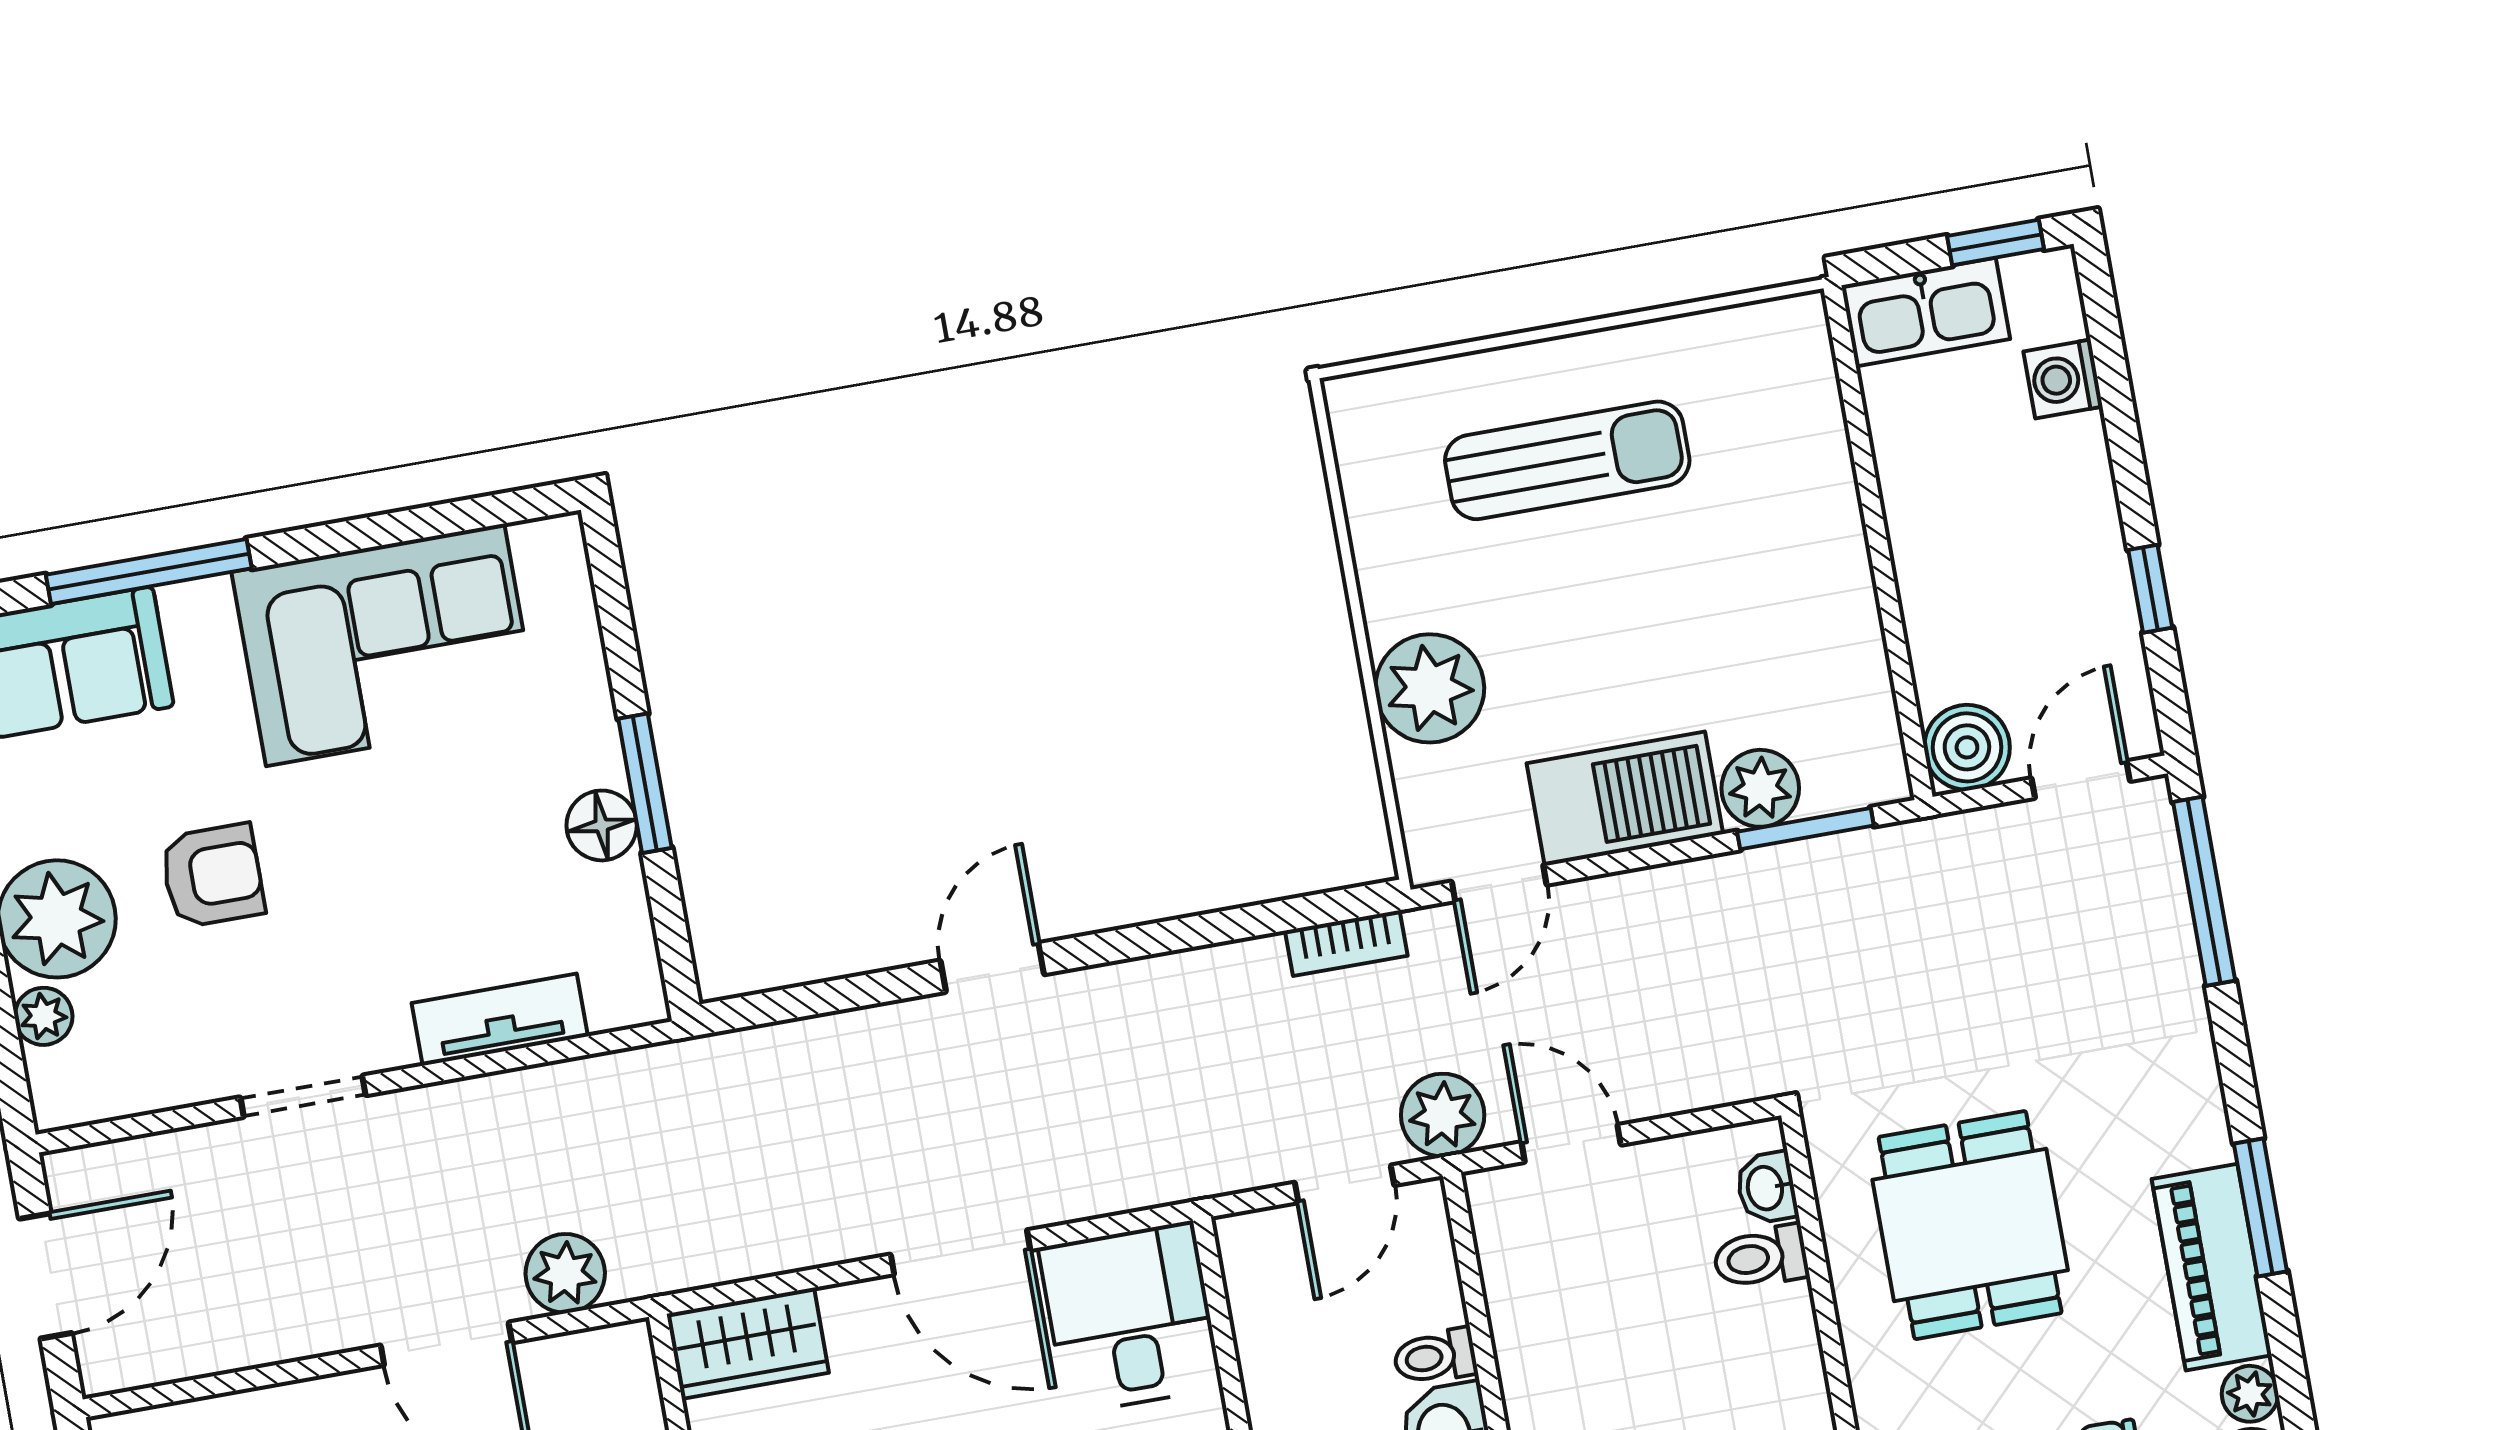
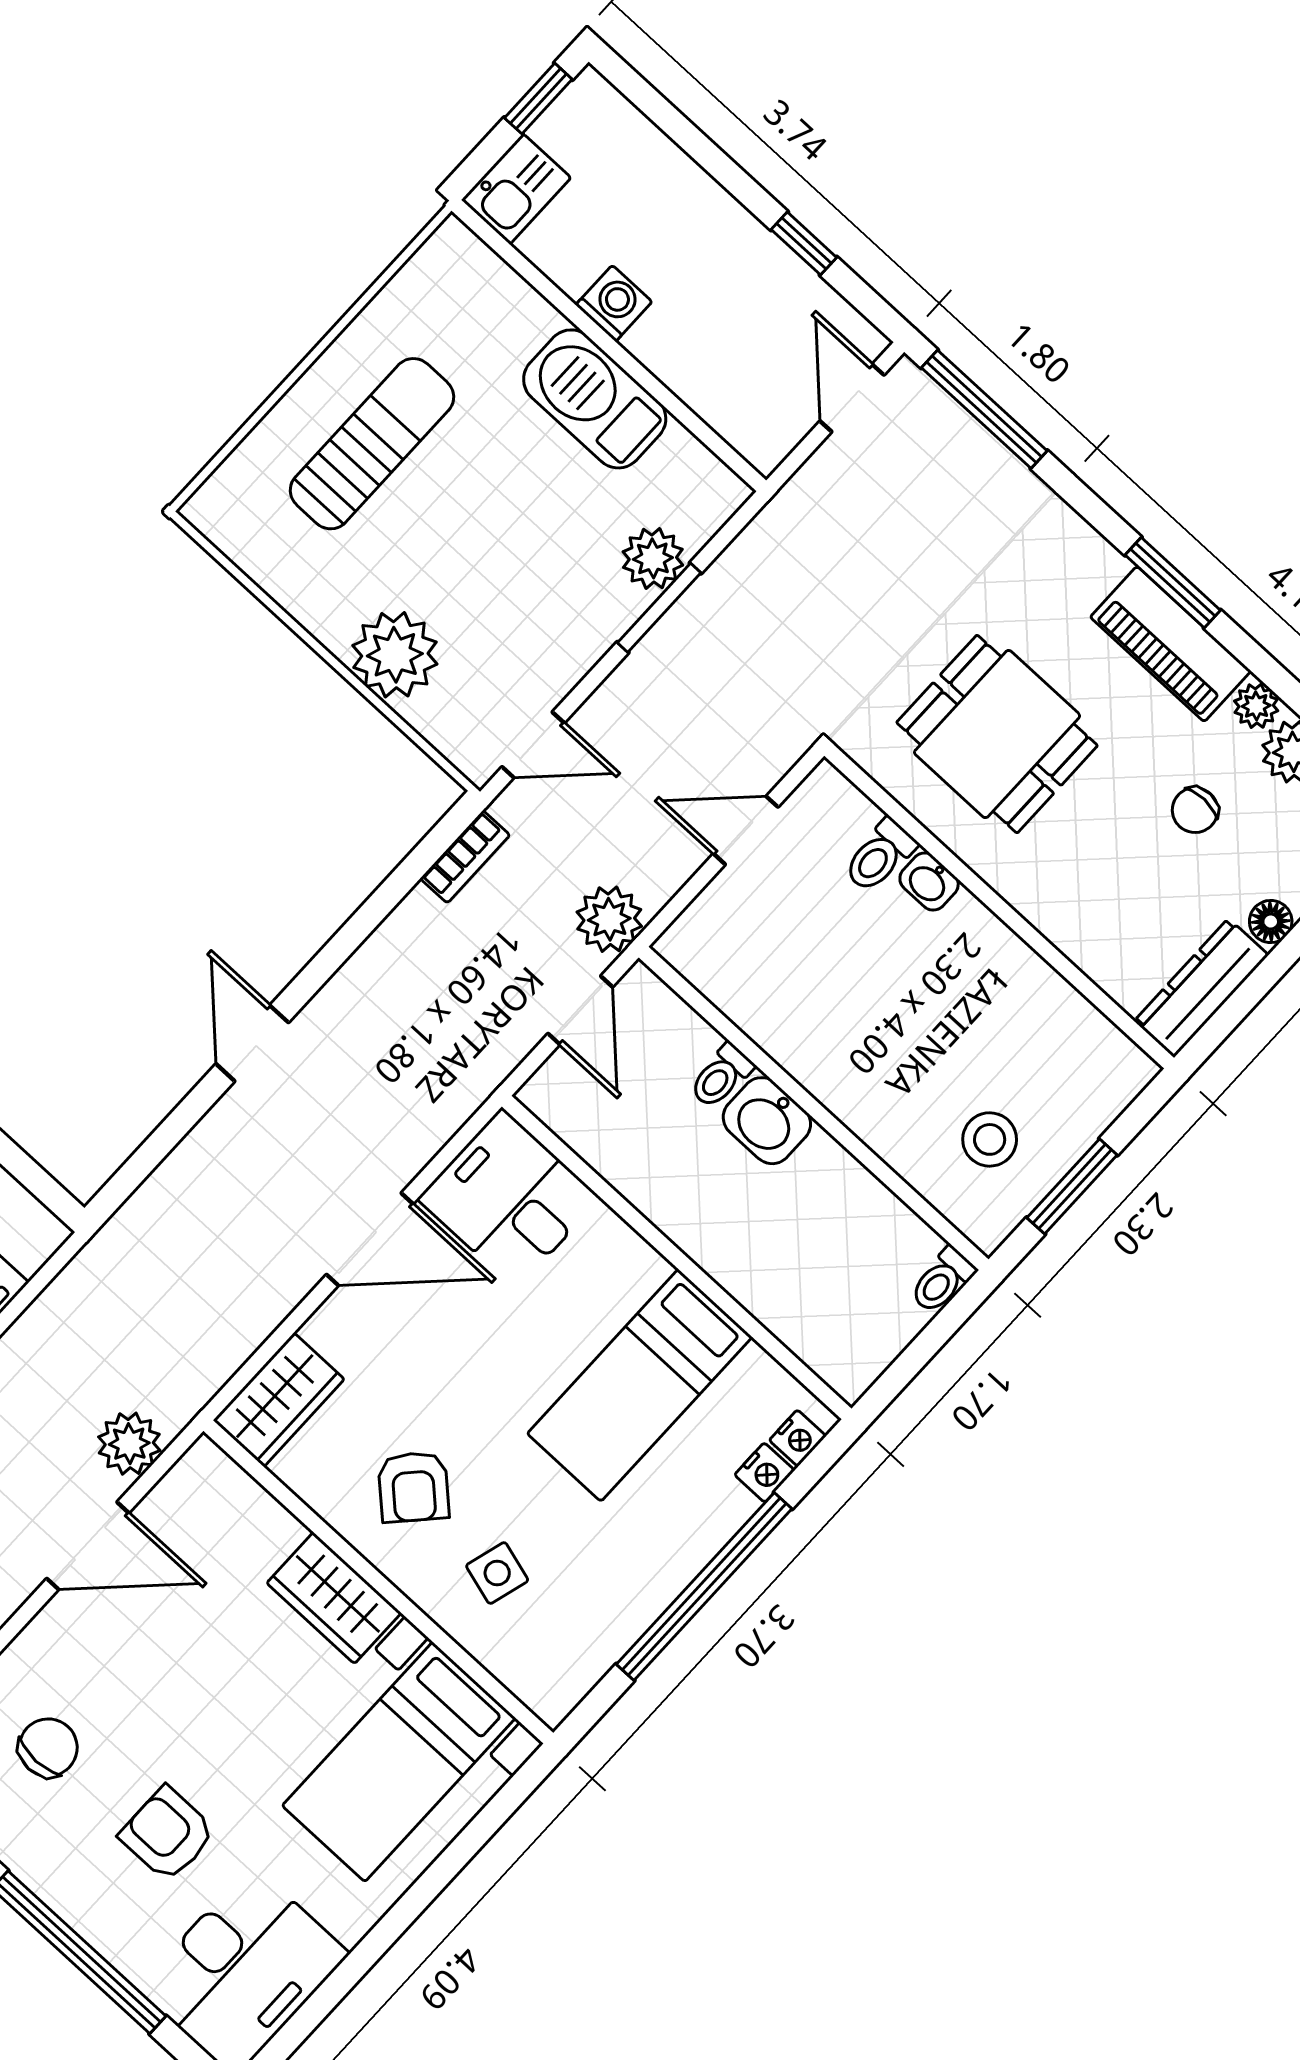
kitchen sink: (1926, 312) -> (516, 189), width x0.73
washing machine: (2063, 379) -> (614, 303), moved, turned 180
boiler: (1967, 747) -> (764, 433), removed
barbecue: (1625, 799) -> (595, 399), moved, turned -90
window: (1805, 829) -> (659, 608), moved
door: (1499, 883) -> (533, 745), hinge flipped
door: (1571, 1143) -> (746, 830), moved
washbasin: (1767, 1188) -> (929, 882), moved

